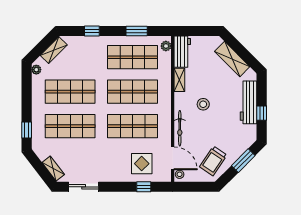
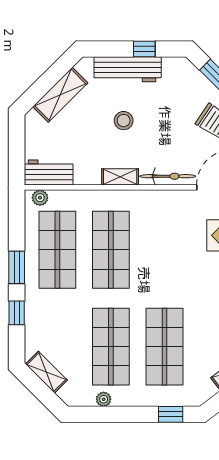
window: (137, 31) -> (17, 267), moved
plant: (36, 70) -> (104, 399), moved
shelving: (179, 80) -> (120, 177), moved
stool: (203, 104) -> (124, 121), moved
shop shelf: (132, 126) -> (164, 250), removed

